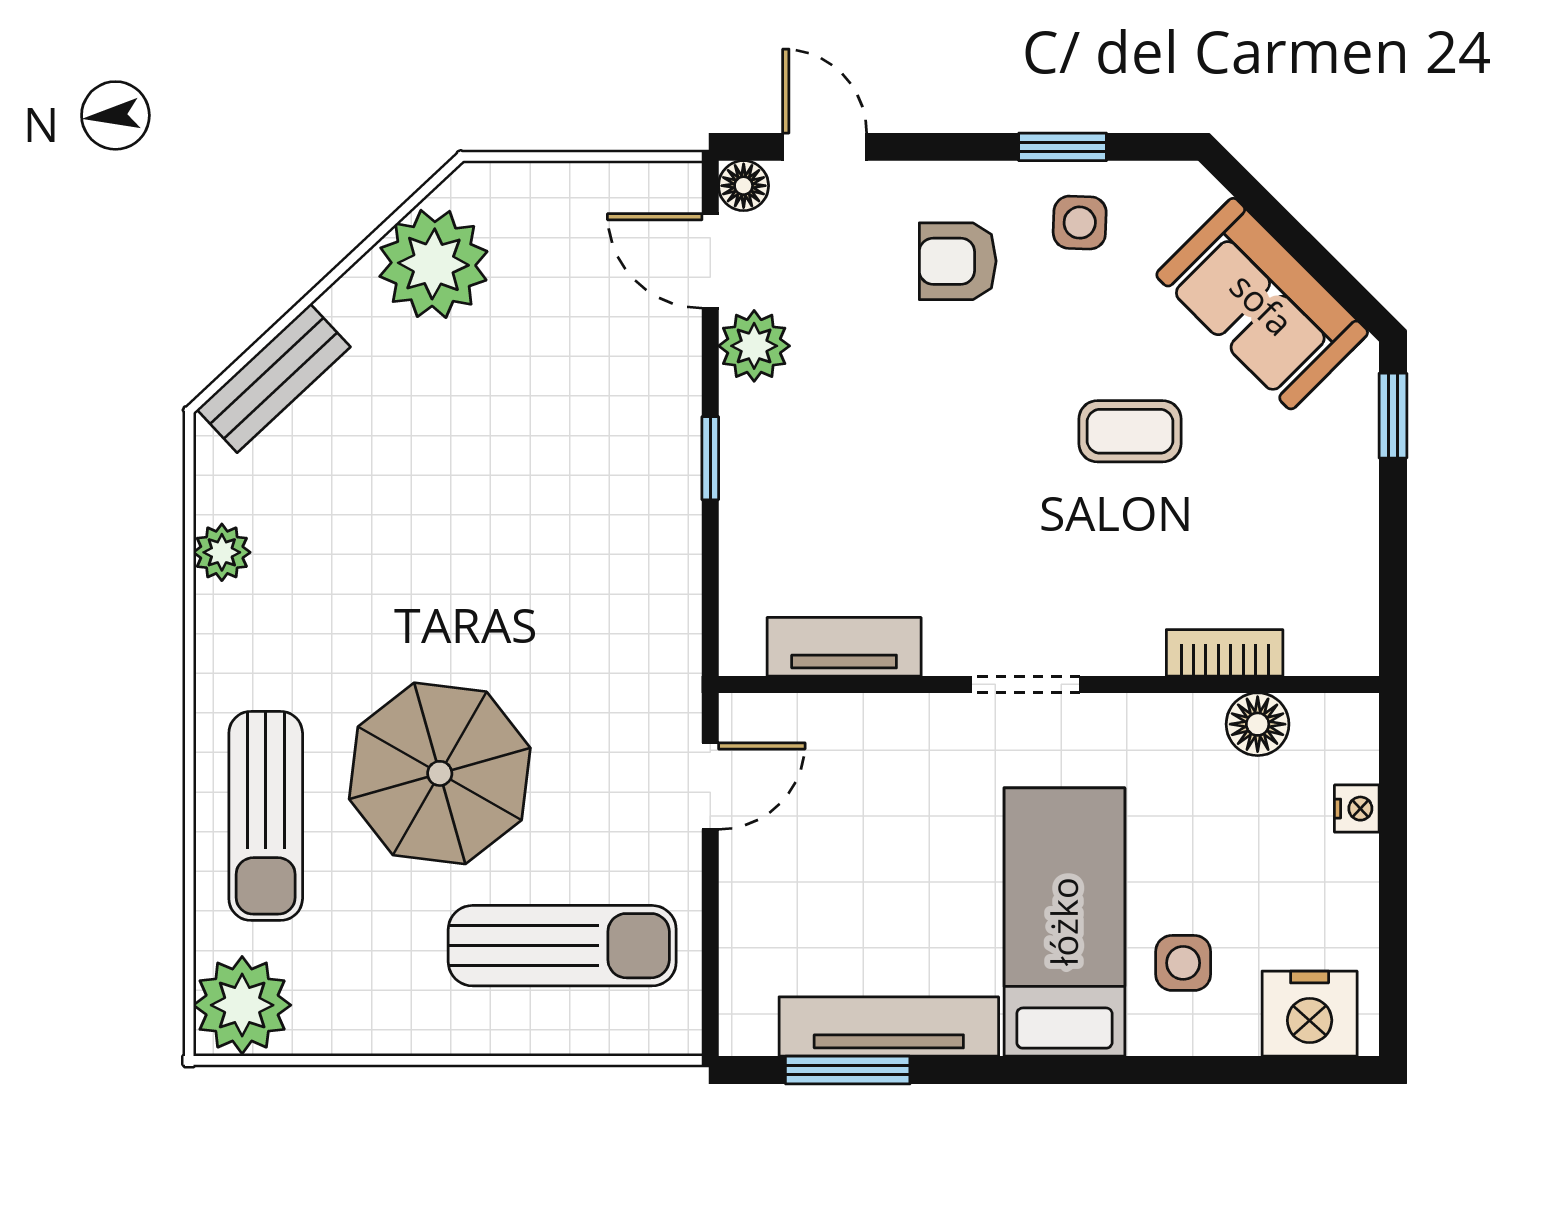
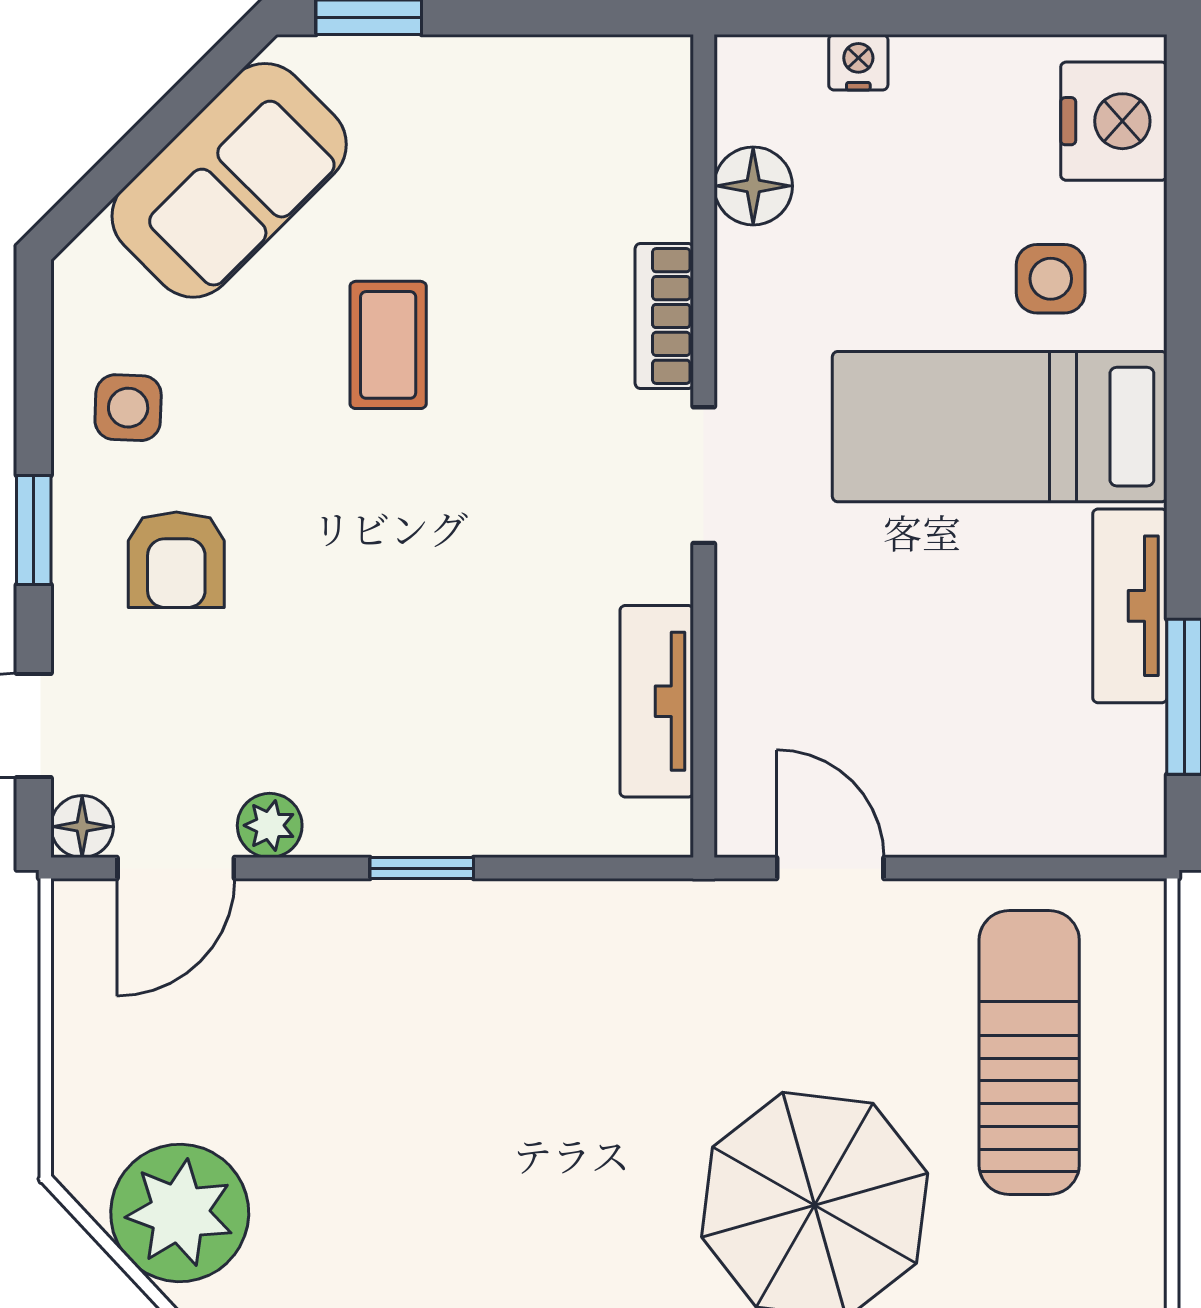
window: (1063, 147) -> (34, 530), moved
plant: (754, 346) -> (270, 825), width x0.73, depth x0.73
bookcase: (1225, 653) -> (664, 316), moved
tv unit: (889, 1027) -> (1130, 606), width x0.71

